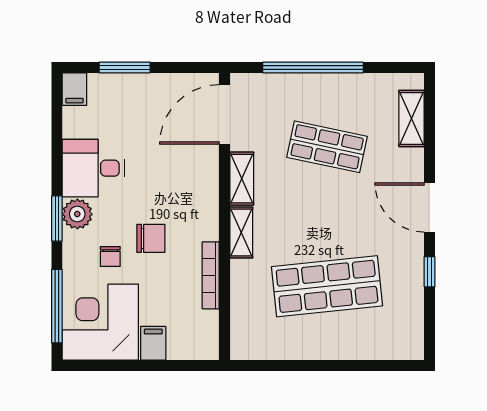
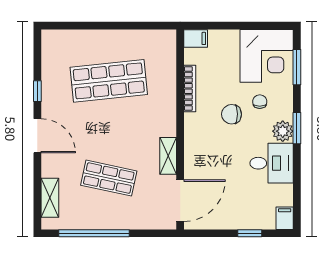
window: (125, 67) -> (250, 233), width x0.67
window: (313, 67) -> (94, 233), moved
shelving: (241, 233) -> (168, 118), removed
window: (57, 306) -> (297, 67), width x0.69
filing cabinet: (153, 343) -> (196, 38), moved, turned -90

